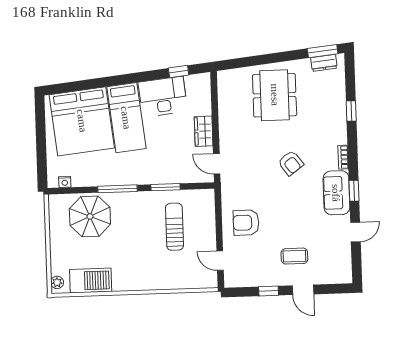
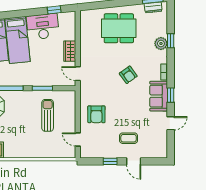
dining table: (275, 95) -> (119, 28), turned 90
plant: (337, 115) -> (161, 44), added
armchair: (246, 223) -> (96, 114), turned -90

